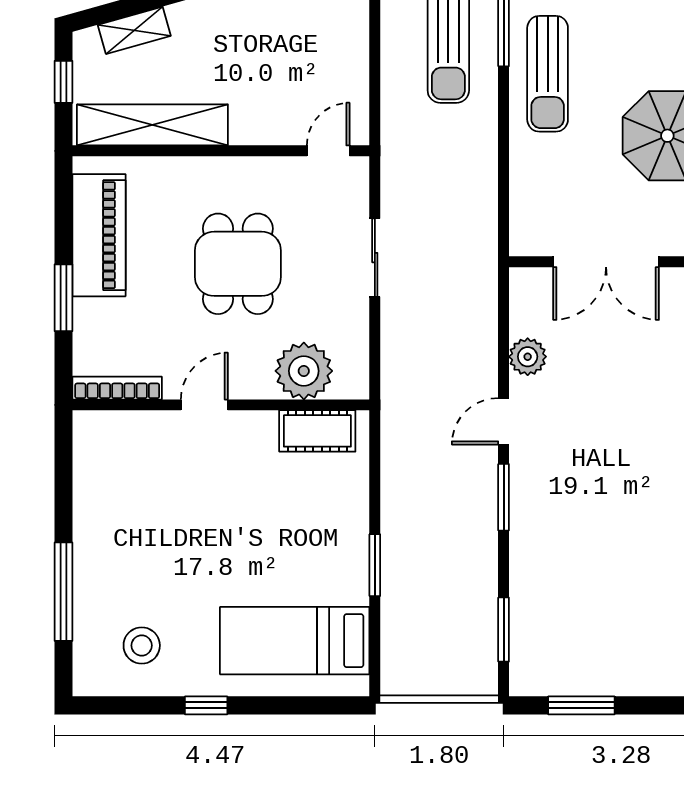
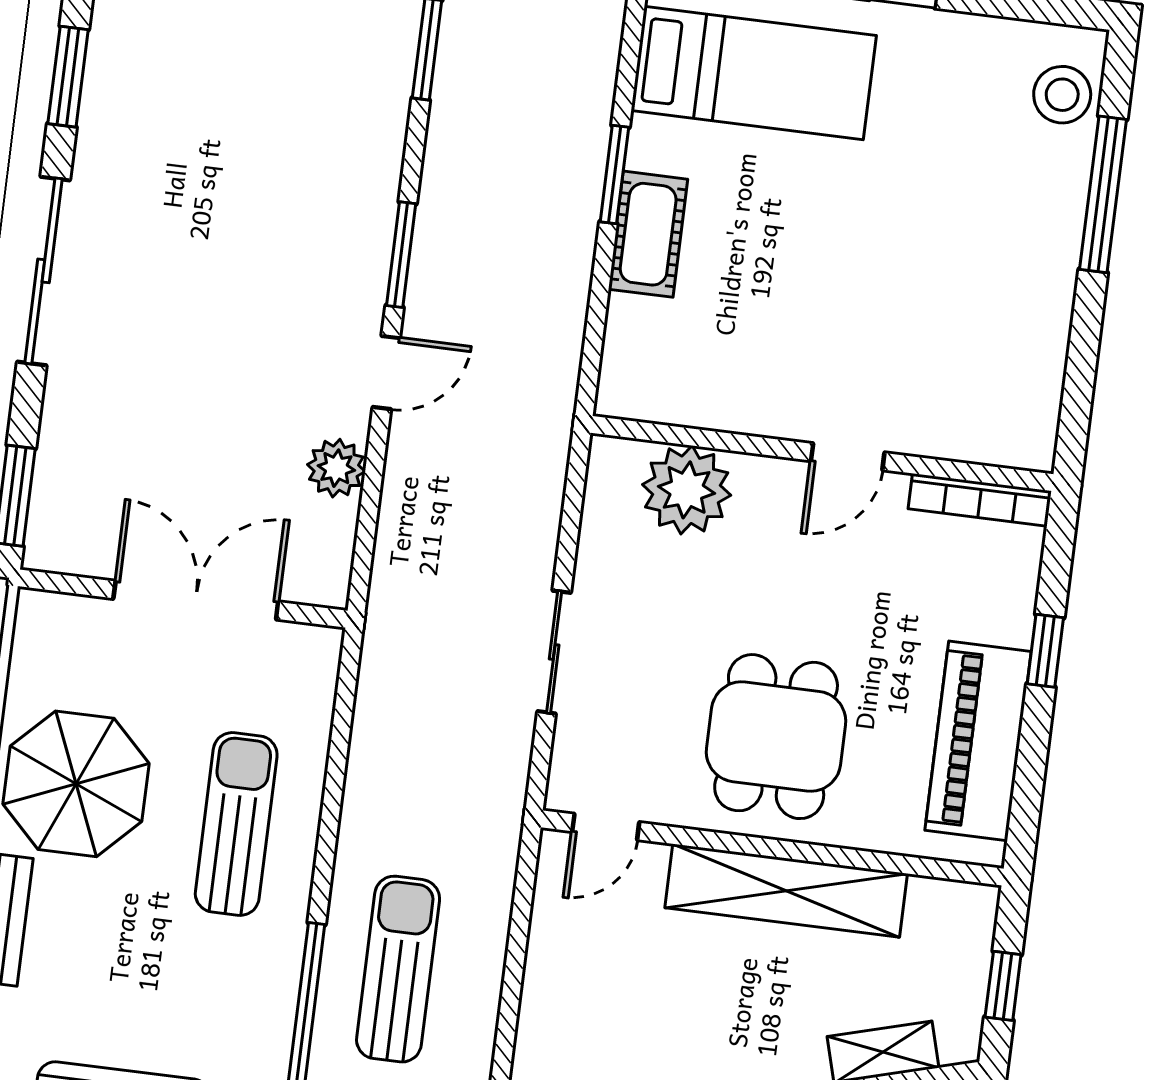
sun lounger: (548, 74) -> (236, 824), moved
shelving: (152, 125) -> (786, 891), moved
dining table: (238, 264) -> (776, 737), moved
window: (64, 298) -> (1045, 651), width x0.67
cot: (317, 431) -> (648, 234), moved, turned 90
stool: (142, 645) -> (1062, 95), moved

